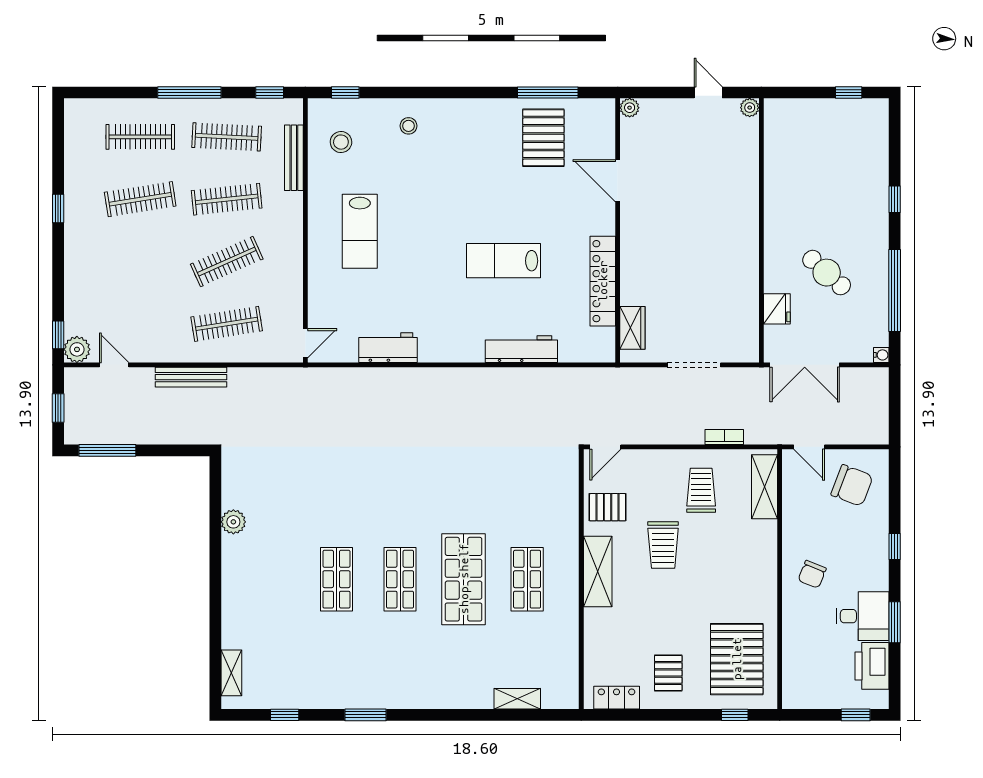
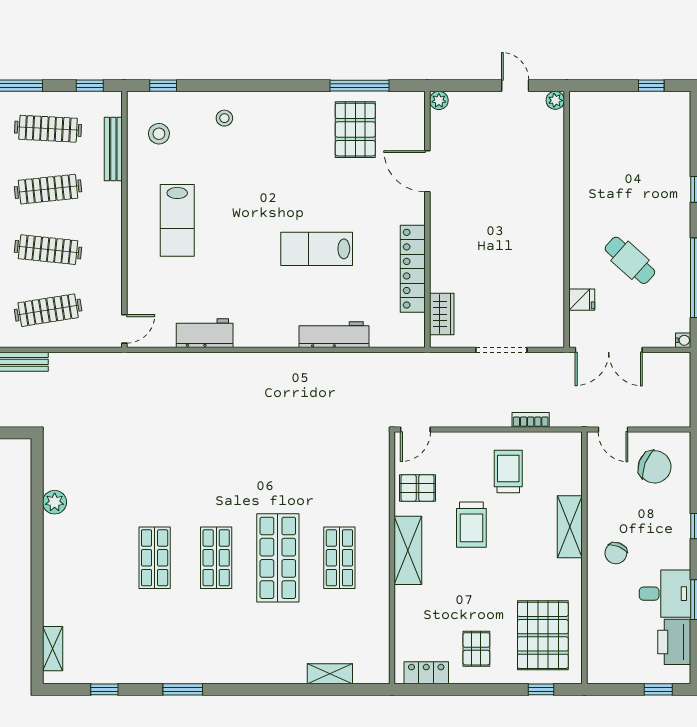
clothes rail: (227, 262) -> (48, 250), turned 30
fridge: (777, 309) -> (582, 300), width x0.72
shelving: (764, 487) -> (570, 527), moved

